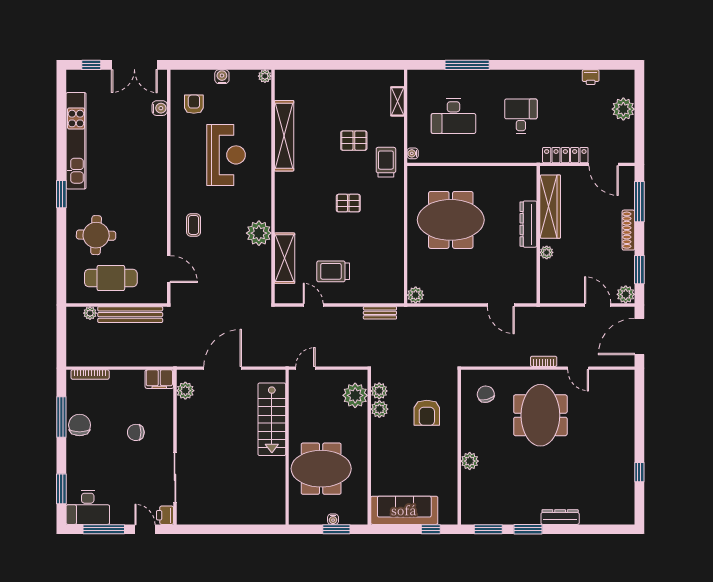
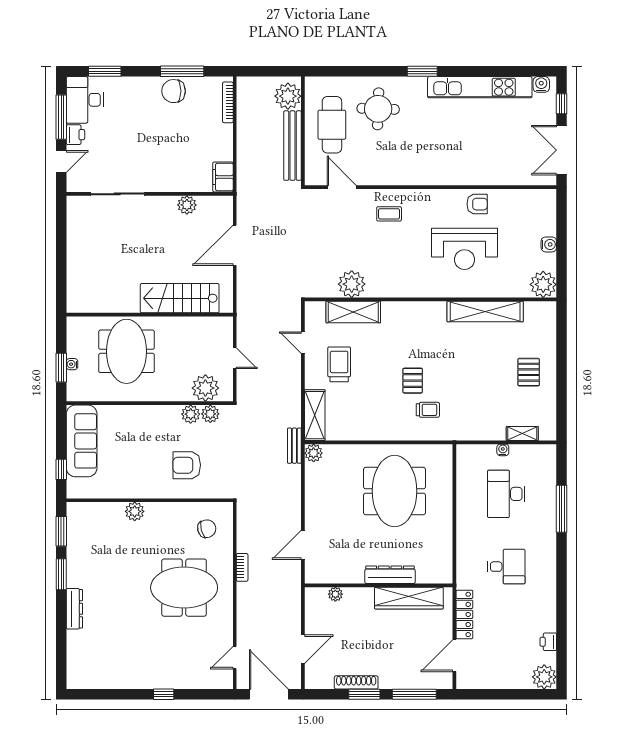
plant: (265, 76) -> (543, 284), width x1.87, depth x1.87
armchair: (194, 104) -> (477, 204), moved
water cooler: (160, 108) -> (541, 84), moved, turned 180
plant: (623, 109) -> (544, 677), moved
pallet: (354, 141) -> (529, 372), moved
water cooler: (413, 153) -> (503, 450), moved
trolley: (386, 162) -> (428, 410), moved, width x0.73, depth x0.72
shoe rack: (628, 230) -> (356, 682), moved
plant: (259, 233) -> (352, 284), moved
plant: (547, 252) -> (335, 594), moved
door: (169, 269) -> (342, 187), swing flipped
window: (639, 270) -> (364, 694), moved
shelving: (380, 294) -> (315, 415), added
plant: (626, 294) -> (314, 680), removed
door: (313, 305) -> (303, 343), swing flipped
plant: (90, 313) -> (288, 96), width x1.88, depth x1.88
bench: (380, 313) -> (294, 446), moved
bookcase: (544, 361) -> (242, 567), moved
door: (223, 368) -> (235, 245), swing flipped
door: (305, 368) -> (235, 358), moved
door: (578, 368) -> (235, 658), moved
plant: (185, 391) -> (187, 205), moved
chair: (80, 425) -> (174, 91), turned 180
chair: (136, 432) -> (166, 152), removed
window: (639, 472) -> (164, 694), moved
printer: (165, 515) -> (75, 135), moved, turned 90

